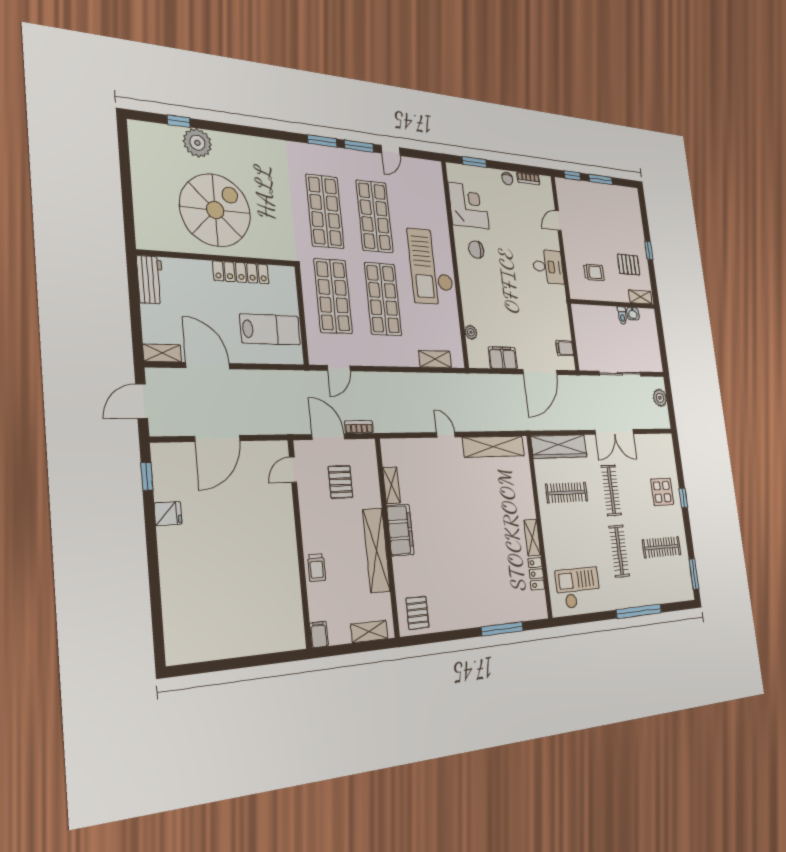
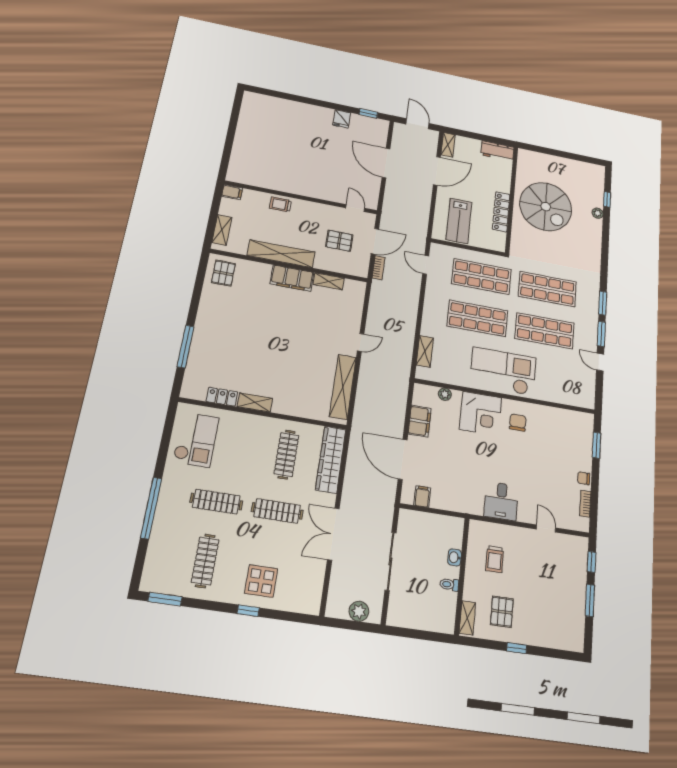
plant: (197, 143) -> (598, 213), width x0.53, depth x0.53
corner desk: (469, 206) -> (481, 414), moved
washbasin: (633, 314) -> (455, 557), moved
pallet: (417, 613) -> (223, 273), turned 90

